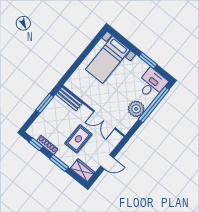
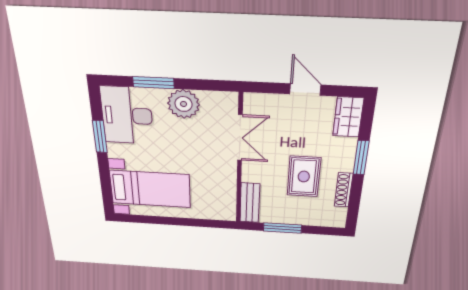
desk: (152, 84) -> (127, 116), width x1.37
window: (154, 104) -> (153, 83), width x0.47
rug: (78, 139) -> (304, 177), moved, turned 90
window: (36, 144) -> (354, 205), removed

